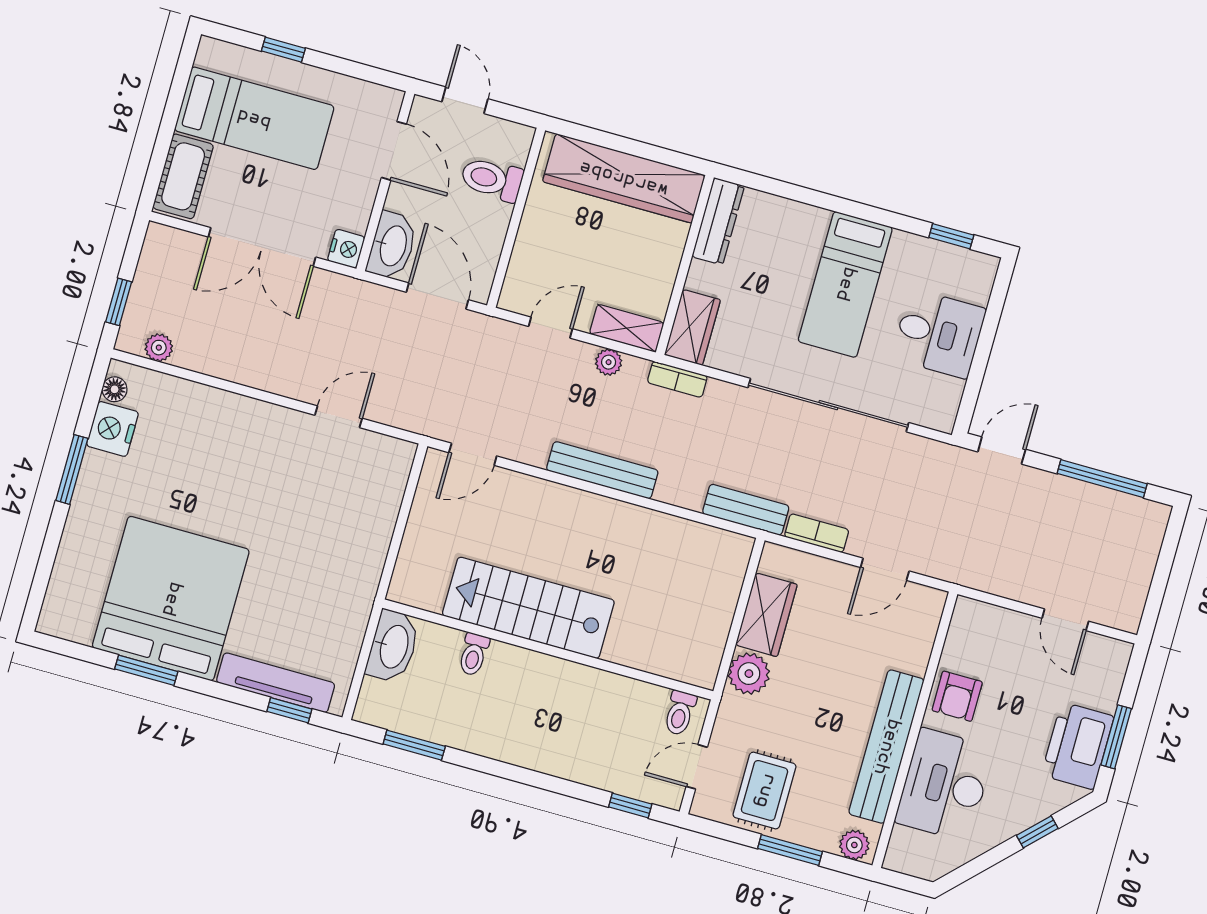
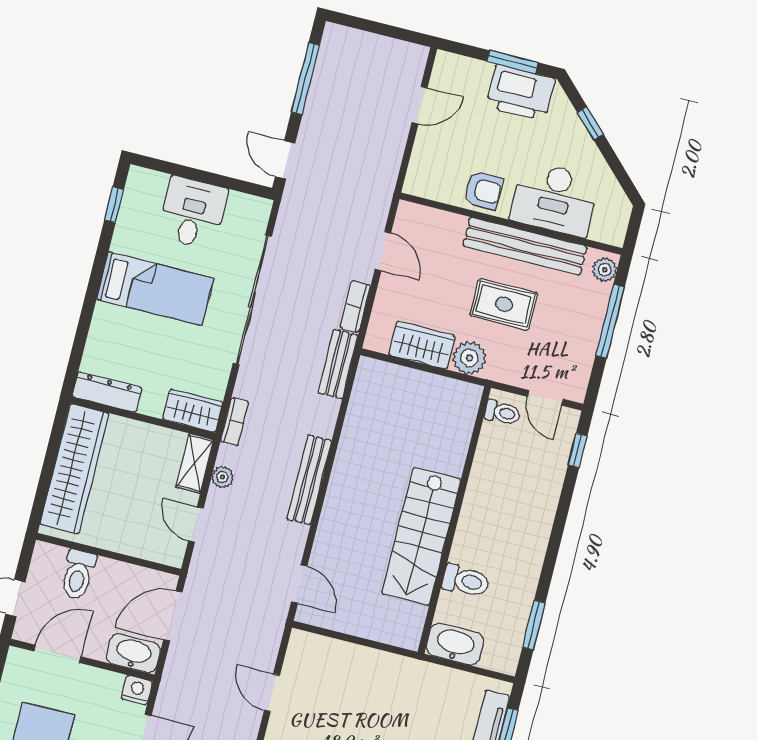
toilet: (474, 654) -> (466, 581), width x1.37, depth x1.39
rug: (765, 791) -> (504, 304), moved
window: (790, 850) -> (610, 321), width x1.44

